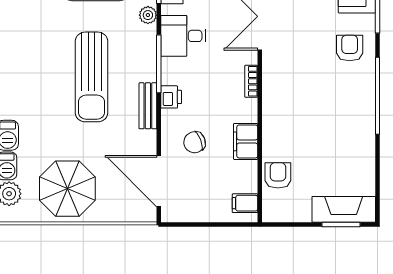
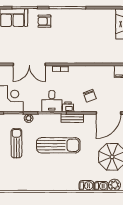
desk: (183, 36) -> (52, 101), moved
filing cabinet: (246, 141) -> (89, 71), removed
armchair: (278, 175) -> (106, 56), removed

